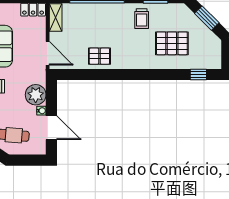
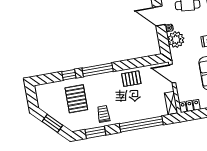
pallet: (172, 43) -> (76, 99), turned 90
window: (139, 75) -> (98, 70), added
window: (198, 75) -> (69, 75), moved

